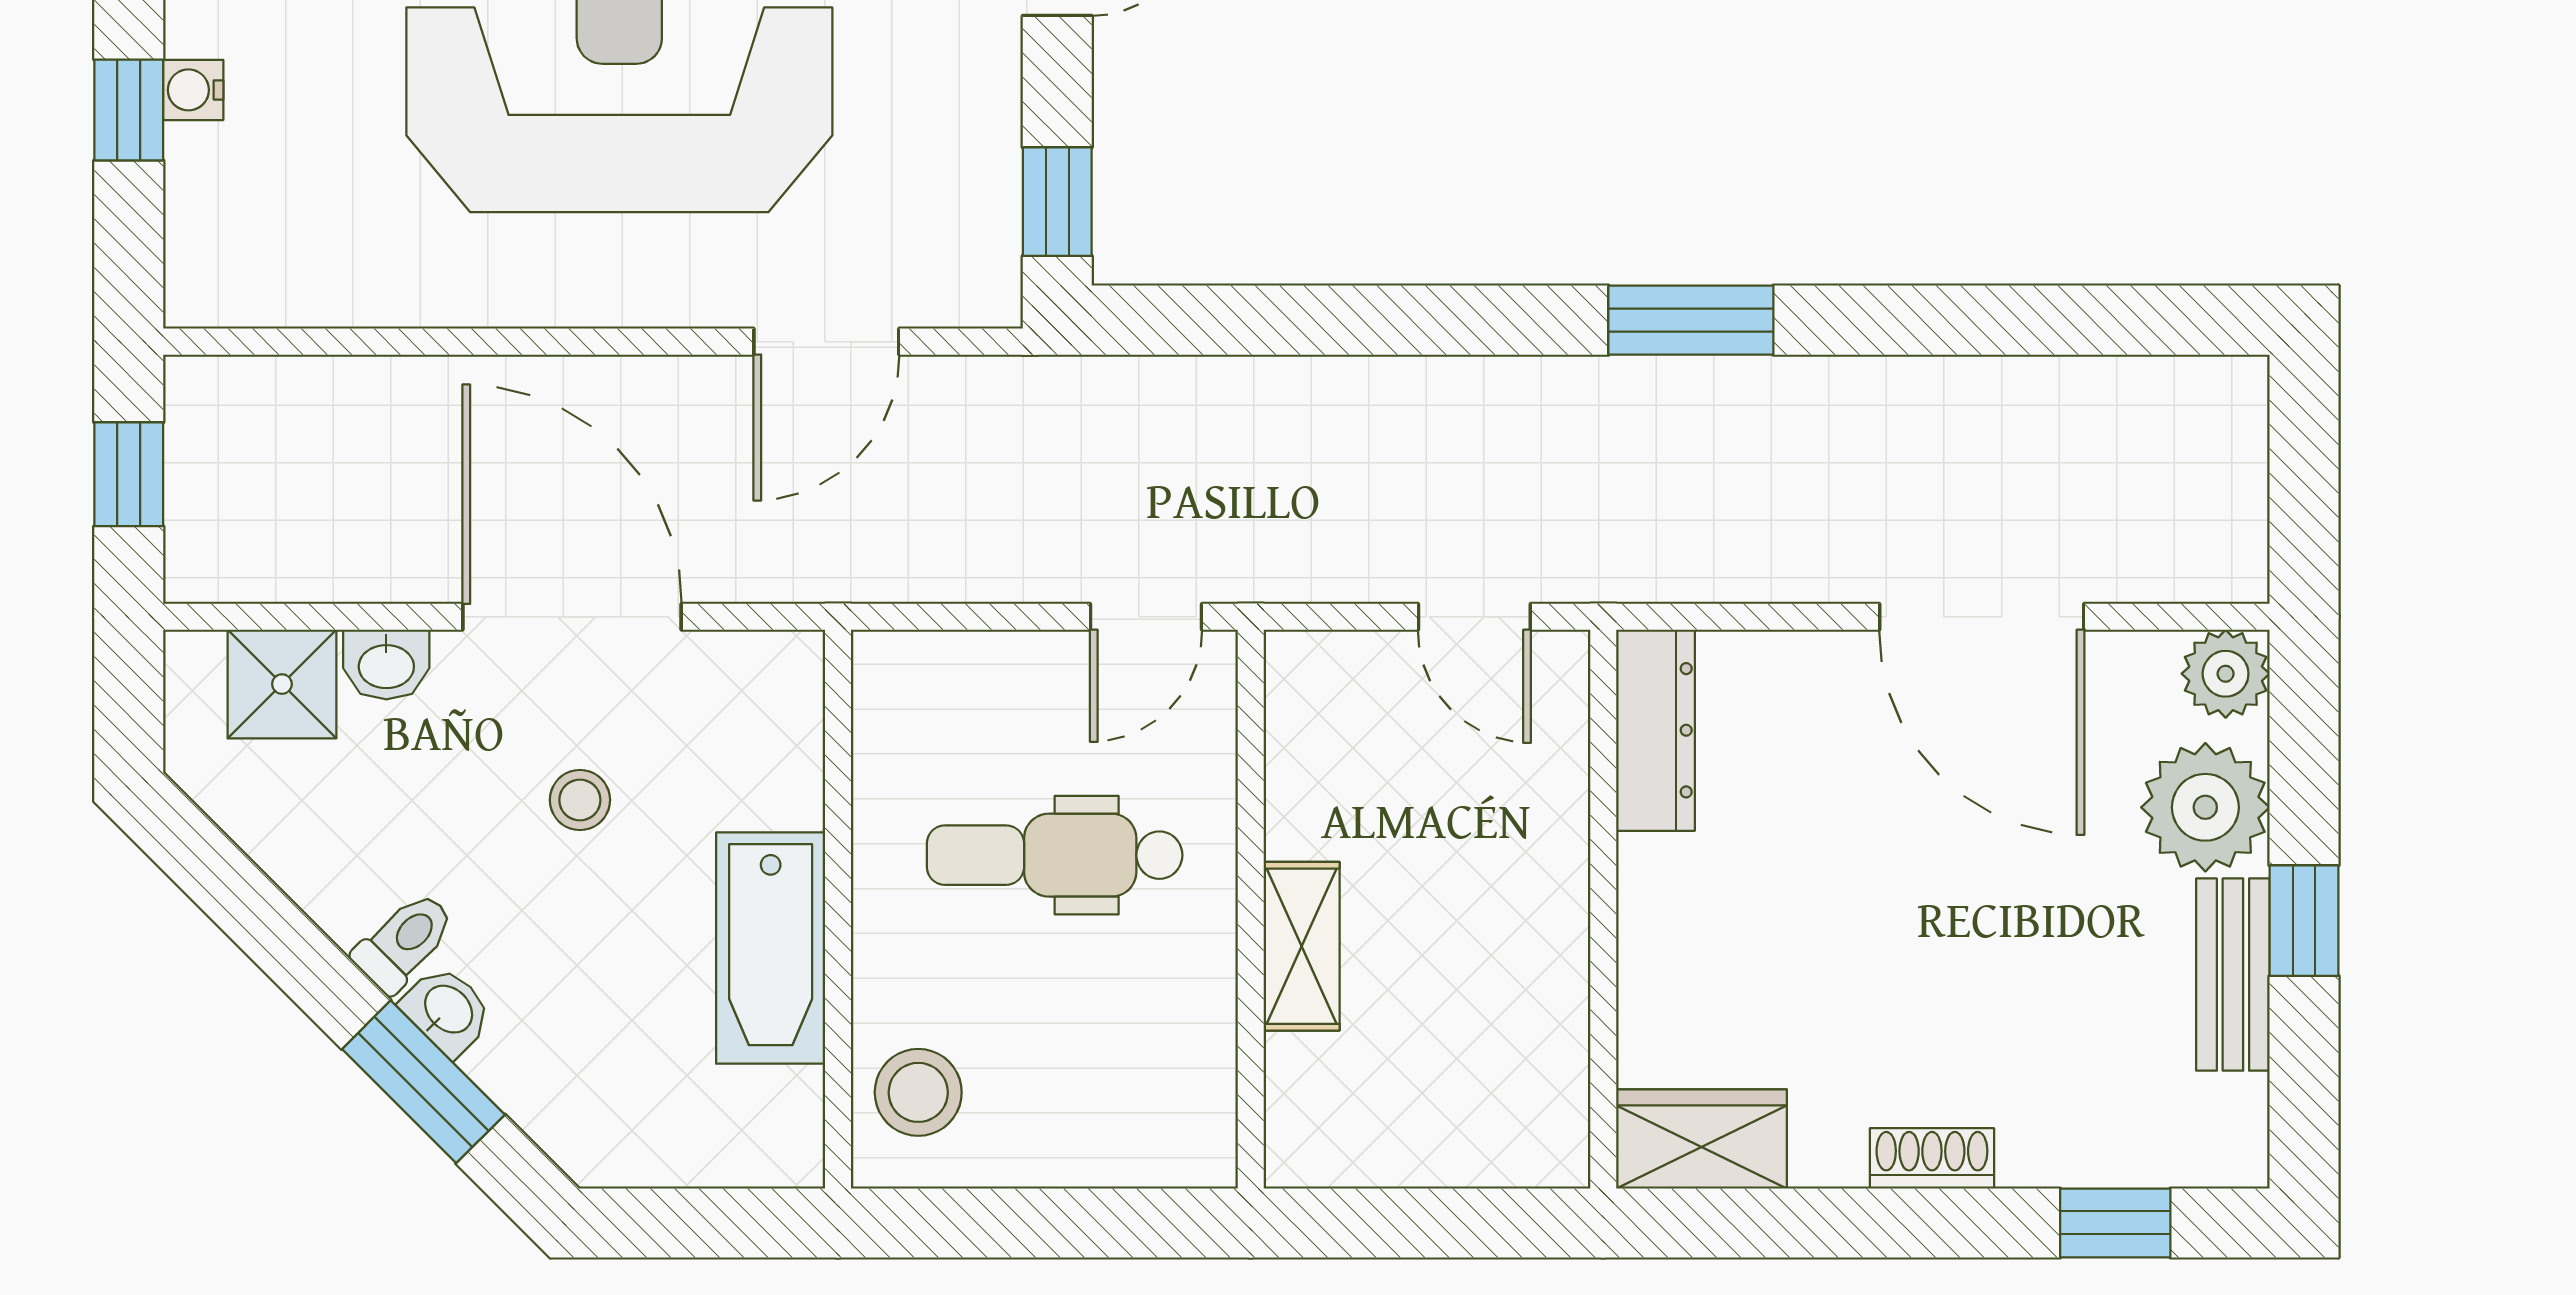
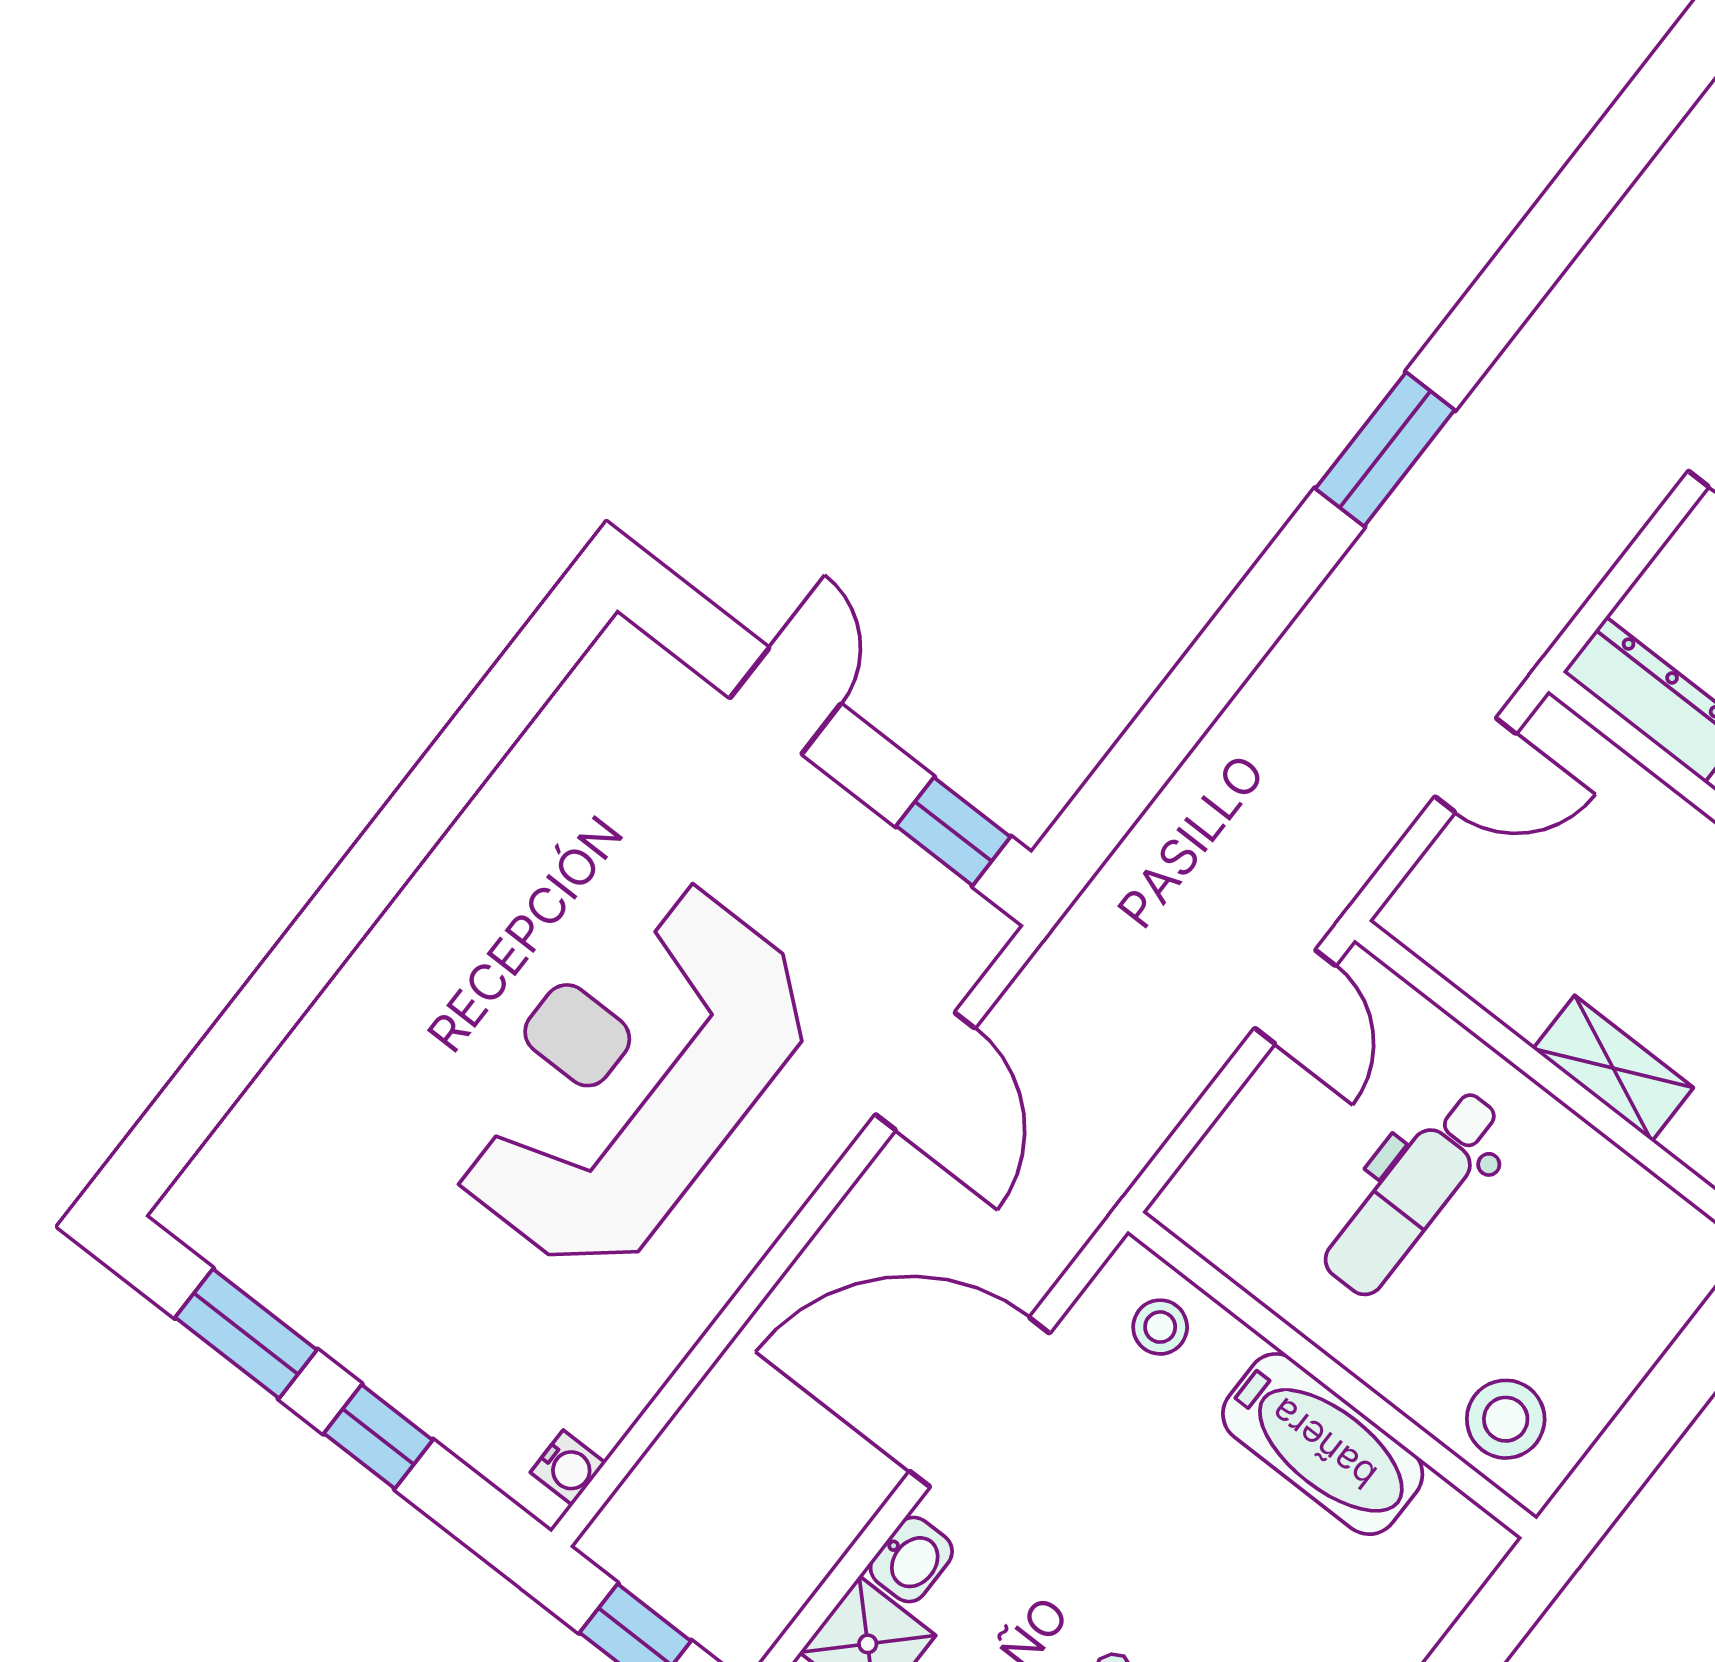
water cooler: (193, 90) -> (568, 1468), moved, turned -90
stool: (580, 800) -> (1160, 1327), moved

